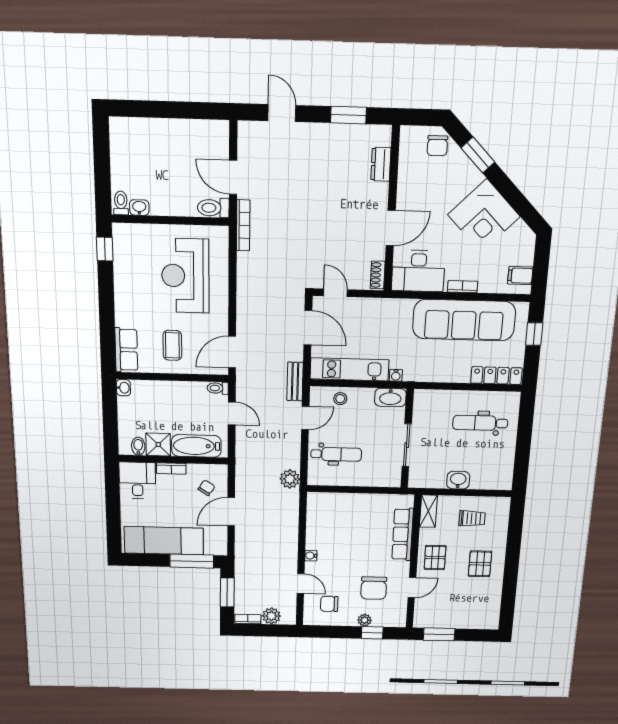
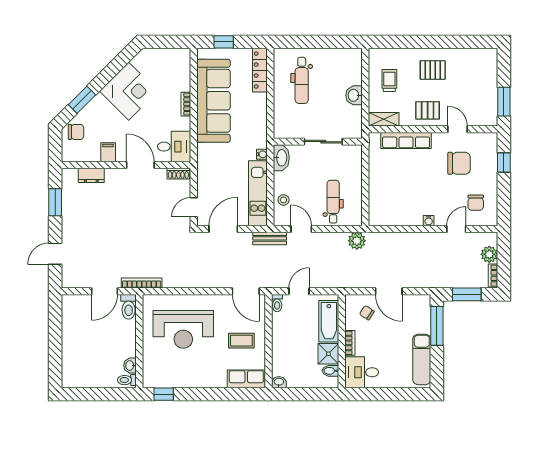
desk: (418, 271) -> (174, 147), width x0.73
filing cabinet: (520, 276) -> (108, 152), moved, turned 180
exam couch: (164, 541) -> (422, 359), width x0.73, depth x0.69
plant: (365, 620) -> (491, 170), removed

